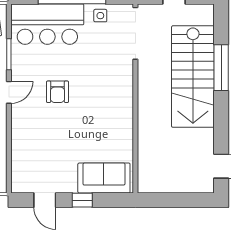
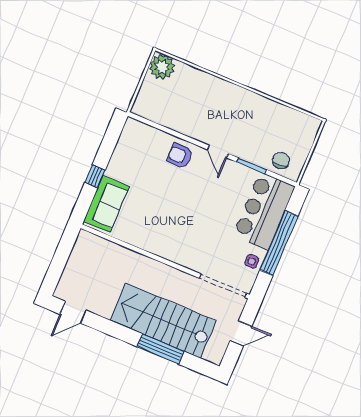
armchair: (57, 92) -> (180, 156), moved
door: (45, 200) -> (109, 143), removed

